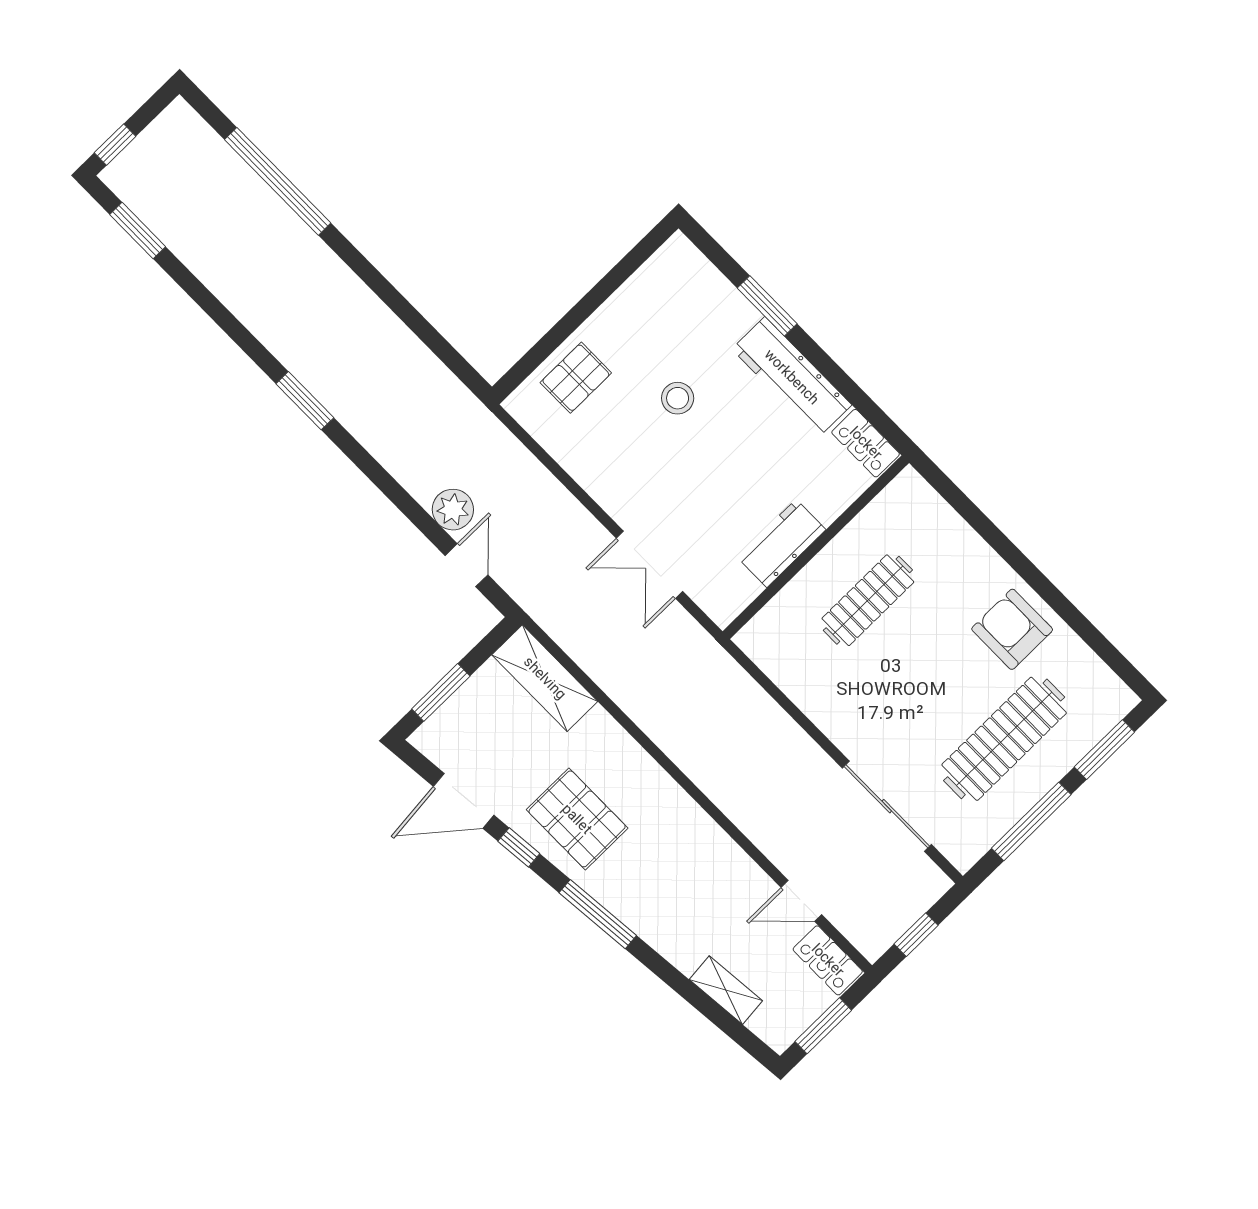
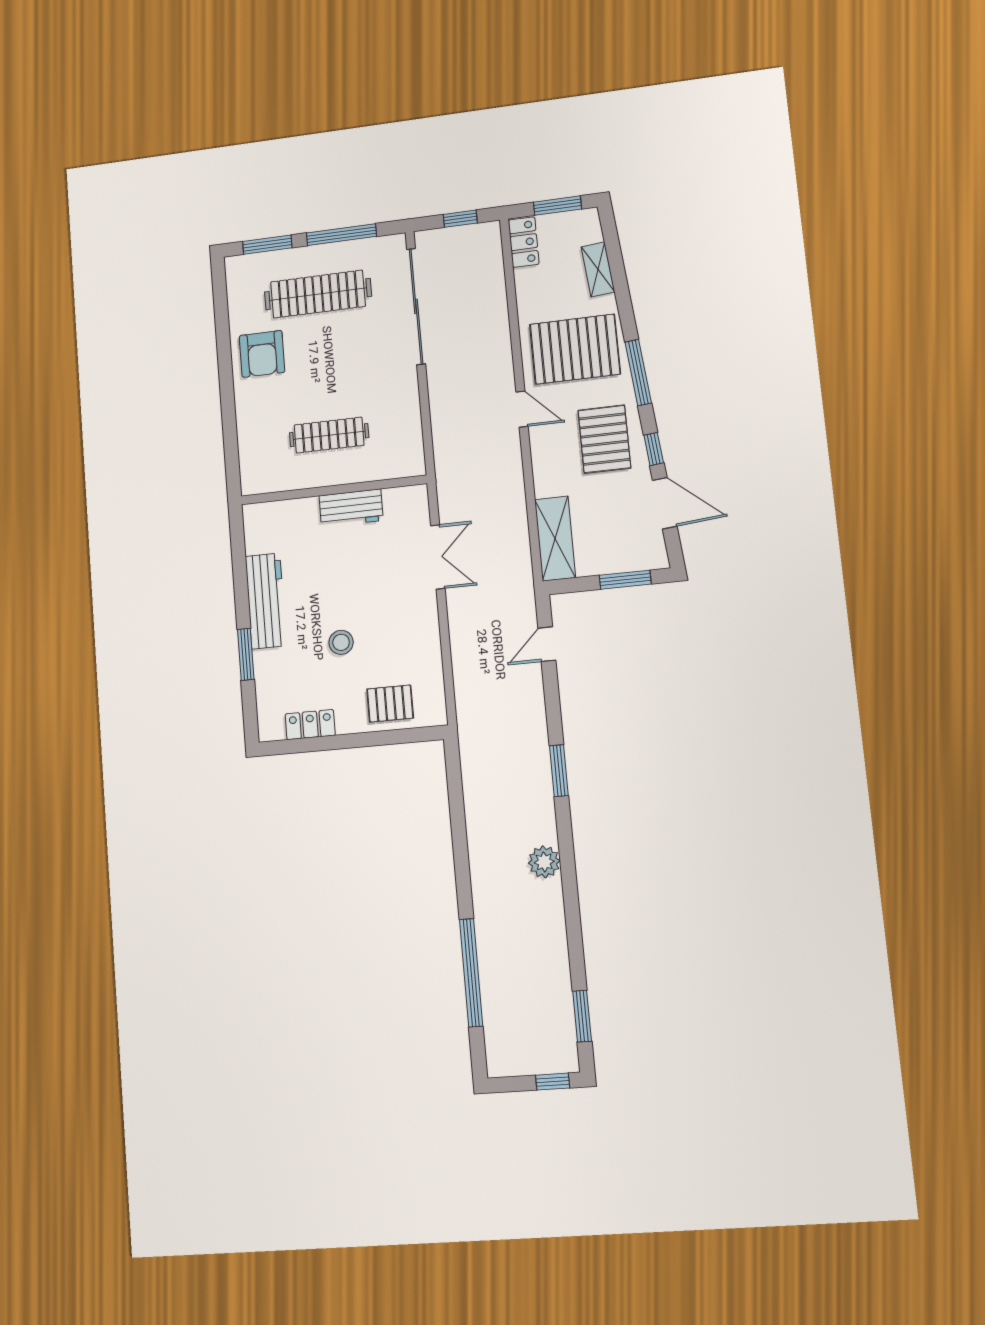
window: (305, 401) -> (559, 771), moved
locker: (866, 443) -> (310, 725), moved, turned -90
plant: (453, 510) -> (544, 862), moved
sliding door: (887, 806) -> (416, 306), width x1.36
pallet: (682, 889) -> (575, 349), added
door: (801, 901) -> (522, 409), moved

